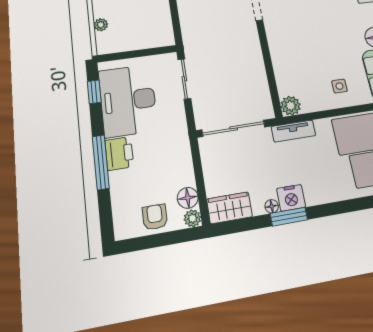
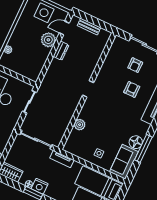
plant: (291, 106) -> (80, 125), moved

